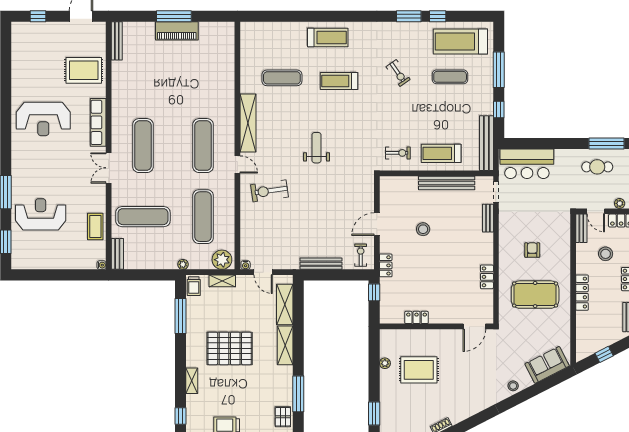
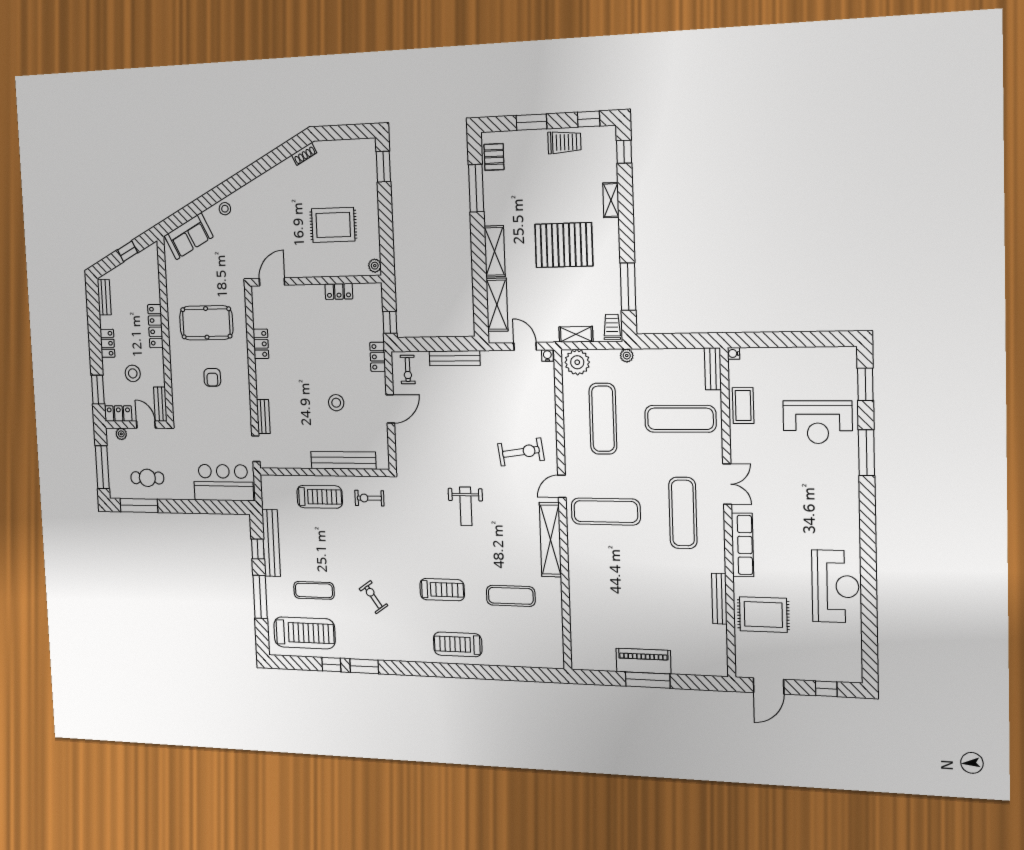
bench: (117, 41) -> (719, 599), moved
reception desk: (43, 119) -> (835, 586), moved, turned 90
bench: (486, 143) -> (271, 543), moved
exercise mat: (203, 146) -> (606, 512), turned 90
door: (237, 164) -> (562, 486), hinge flipped
bench: (447, 183) -> (343, 460), moved
plant: (385, 363) -> (375, 266), moved

